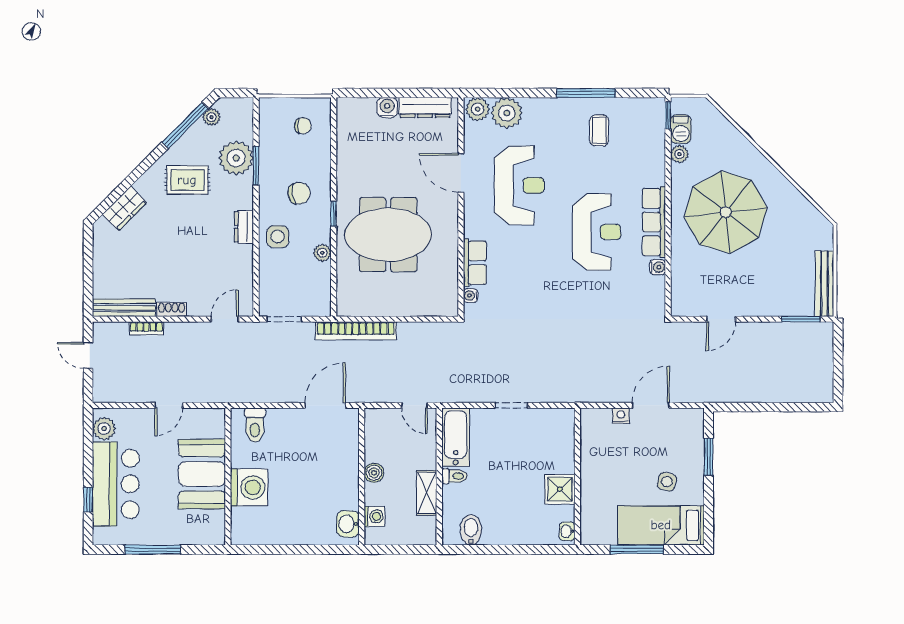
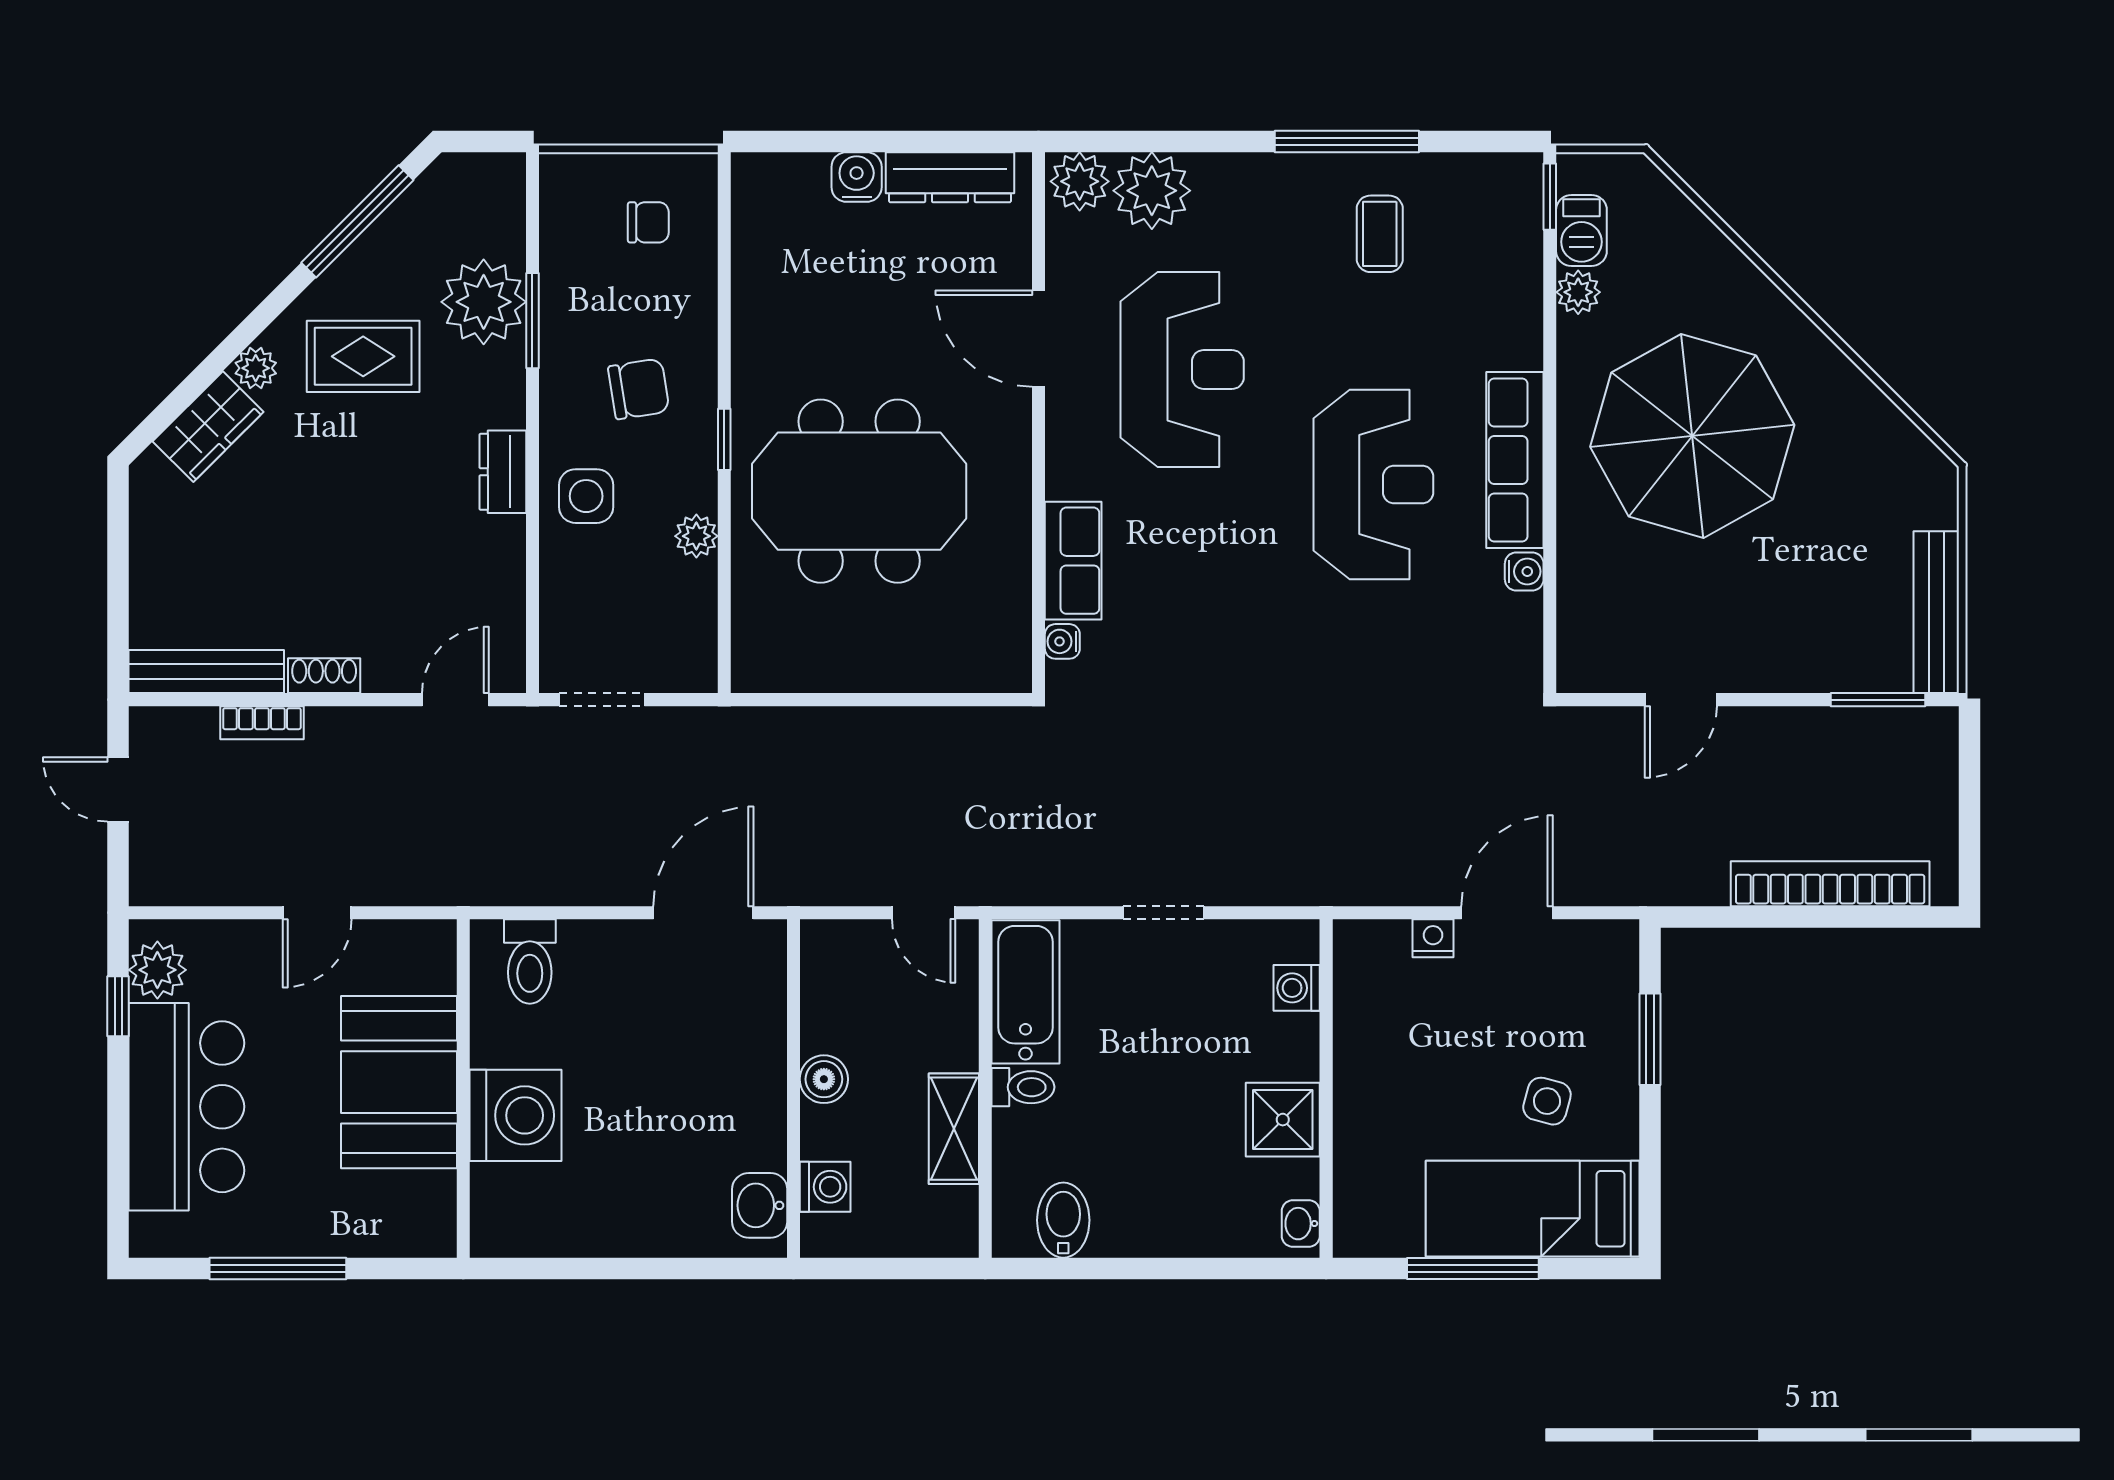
plant: (212, 117) -> (256, 368), moved
bookcase: (356, 331) -> (1830, 884), moved, turned 180
washing machine: (565, 436) -> (1297, 988), added
window: (88, 500) -> (118, 1006), moved

